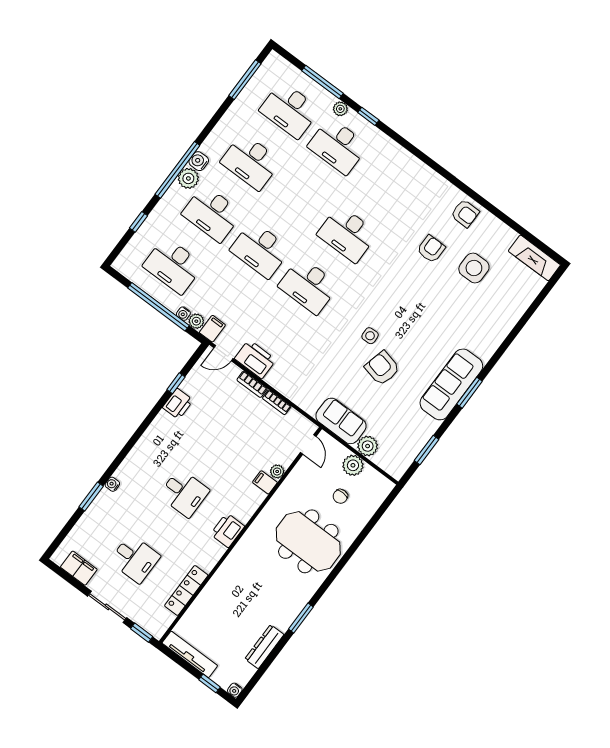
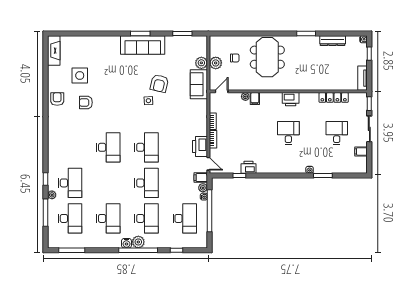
filing cabinet: (79, 568) -> (361, 151), width x0.50
tv unit: (190, 654) -> (363, 78), width x0.71

